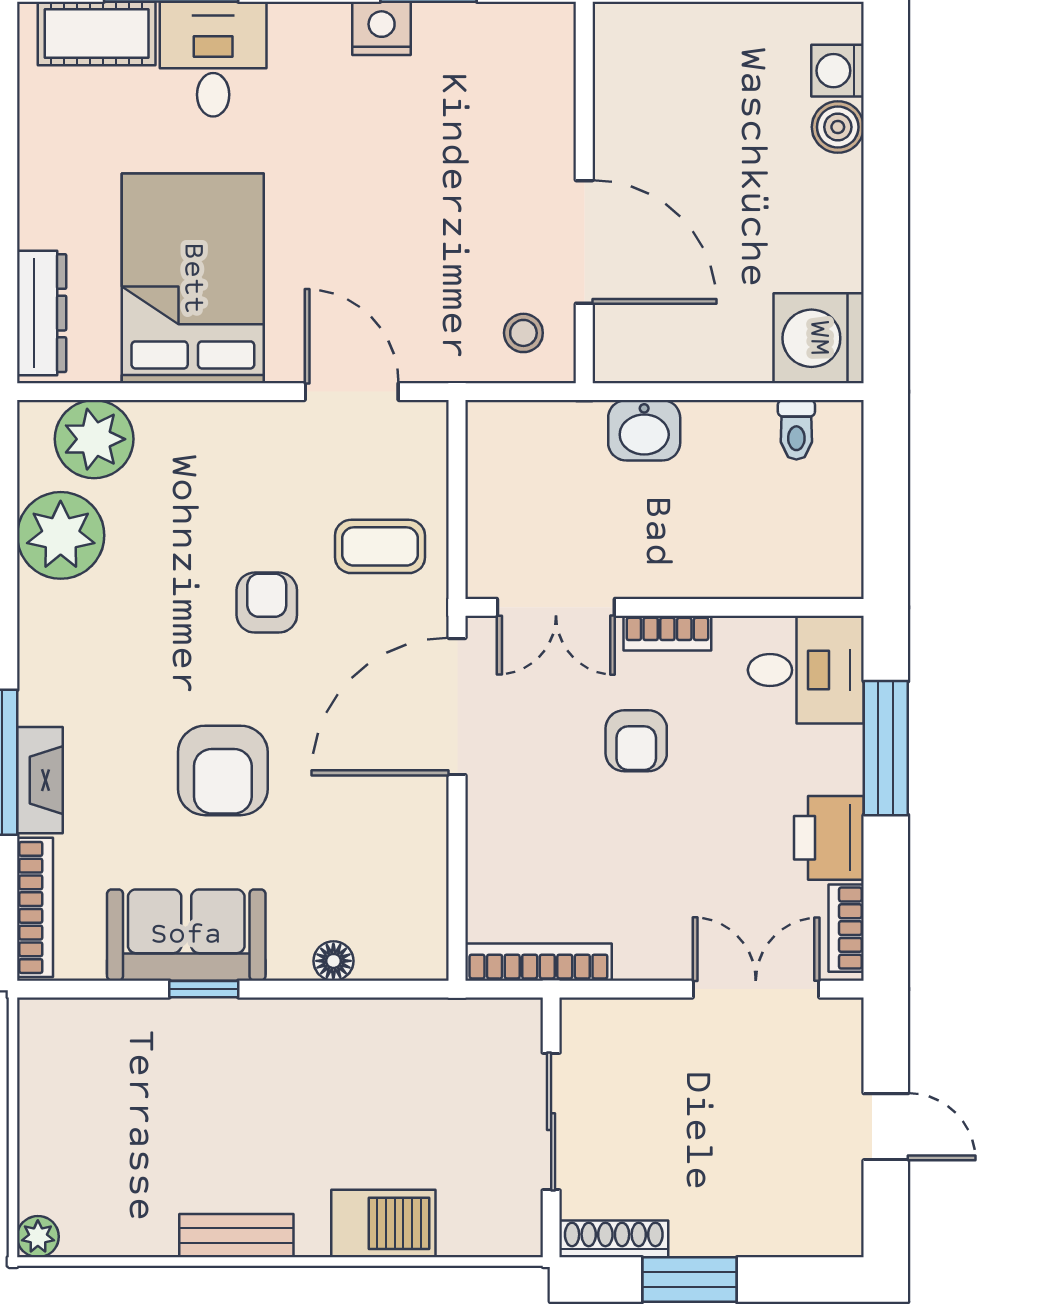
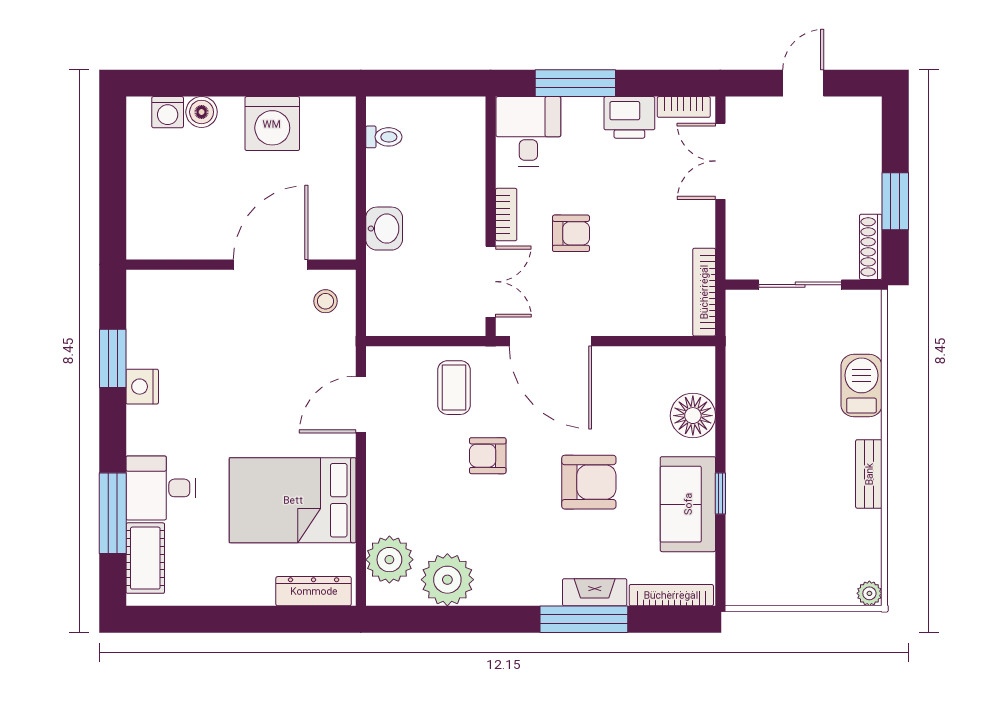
washing machine: (819, 338) -> (272, 124), moved
floor lamp: (333, 961) -> (693, 416), width x1.89, depth x1.89

